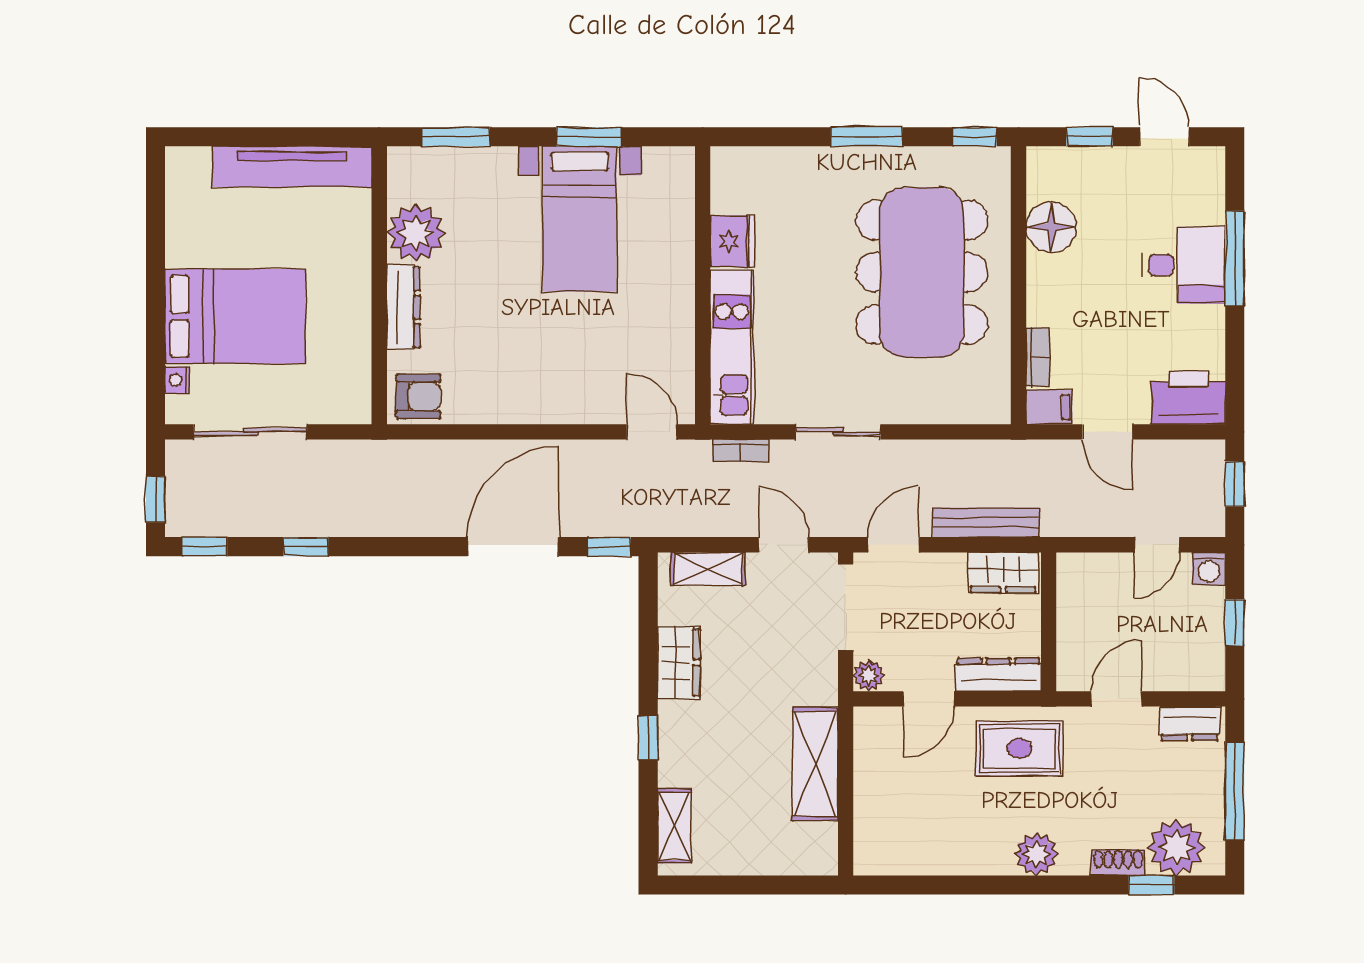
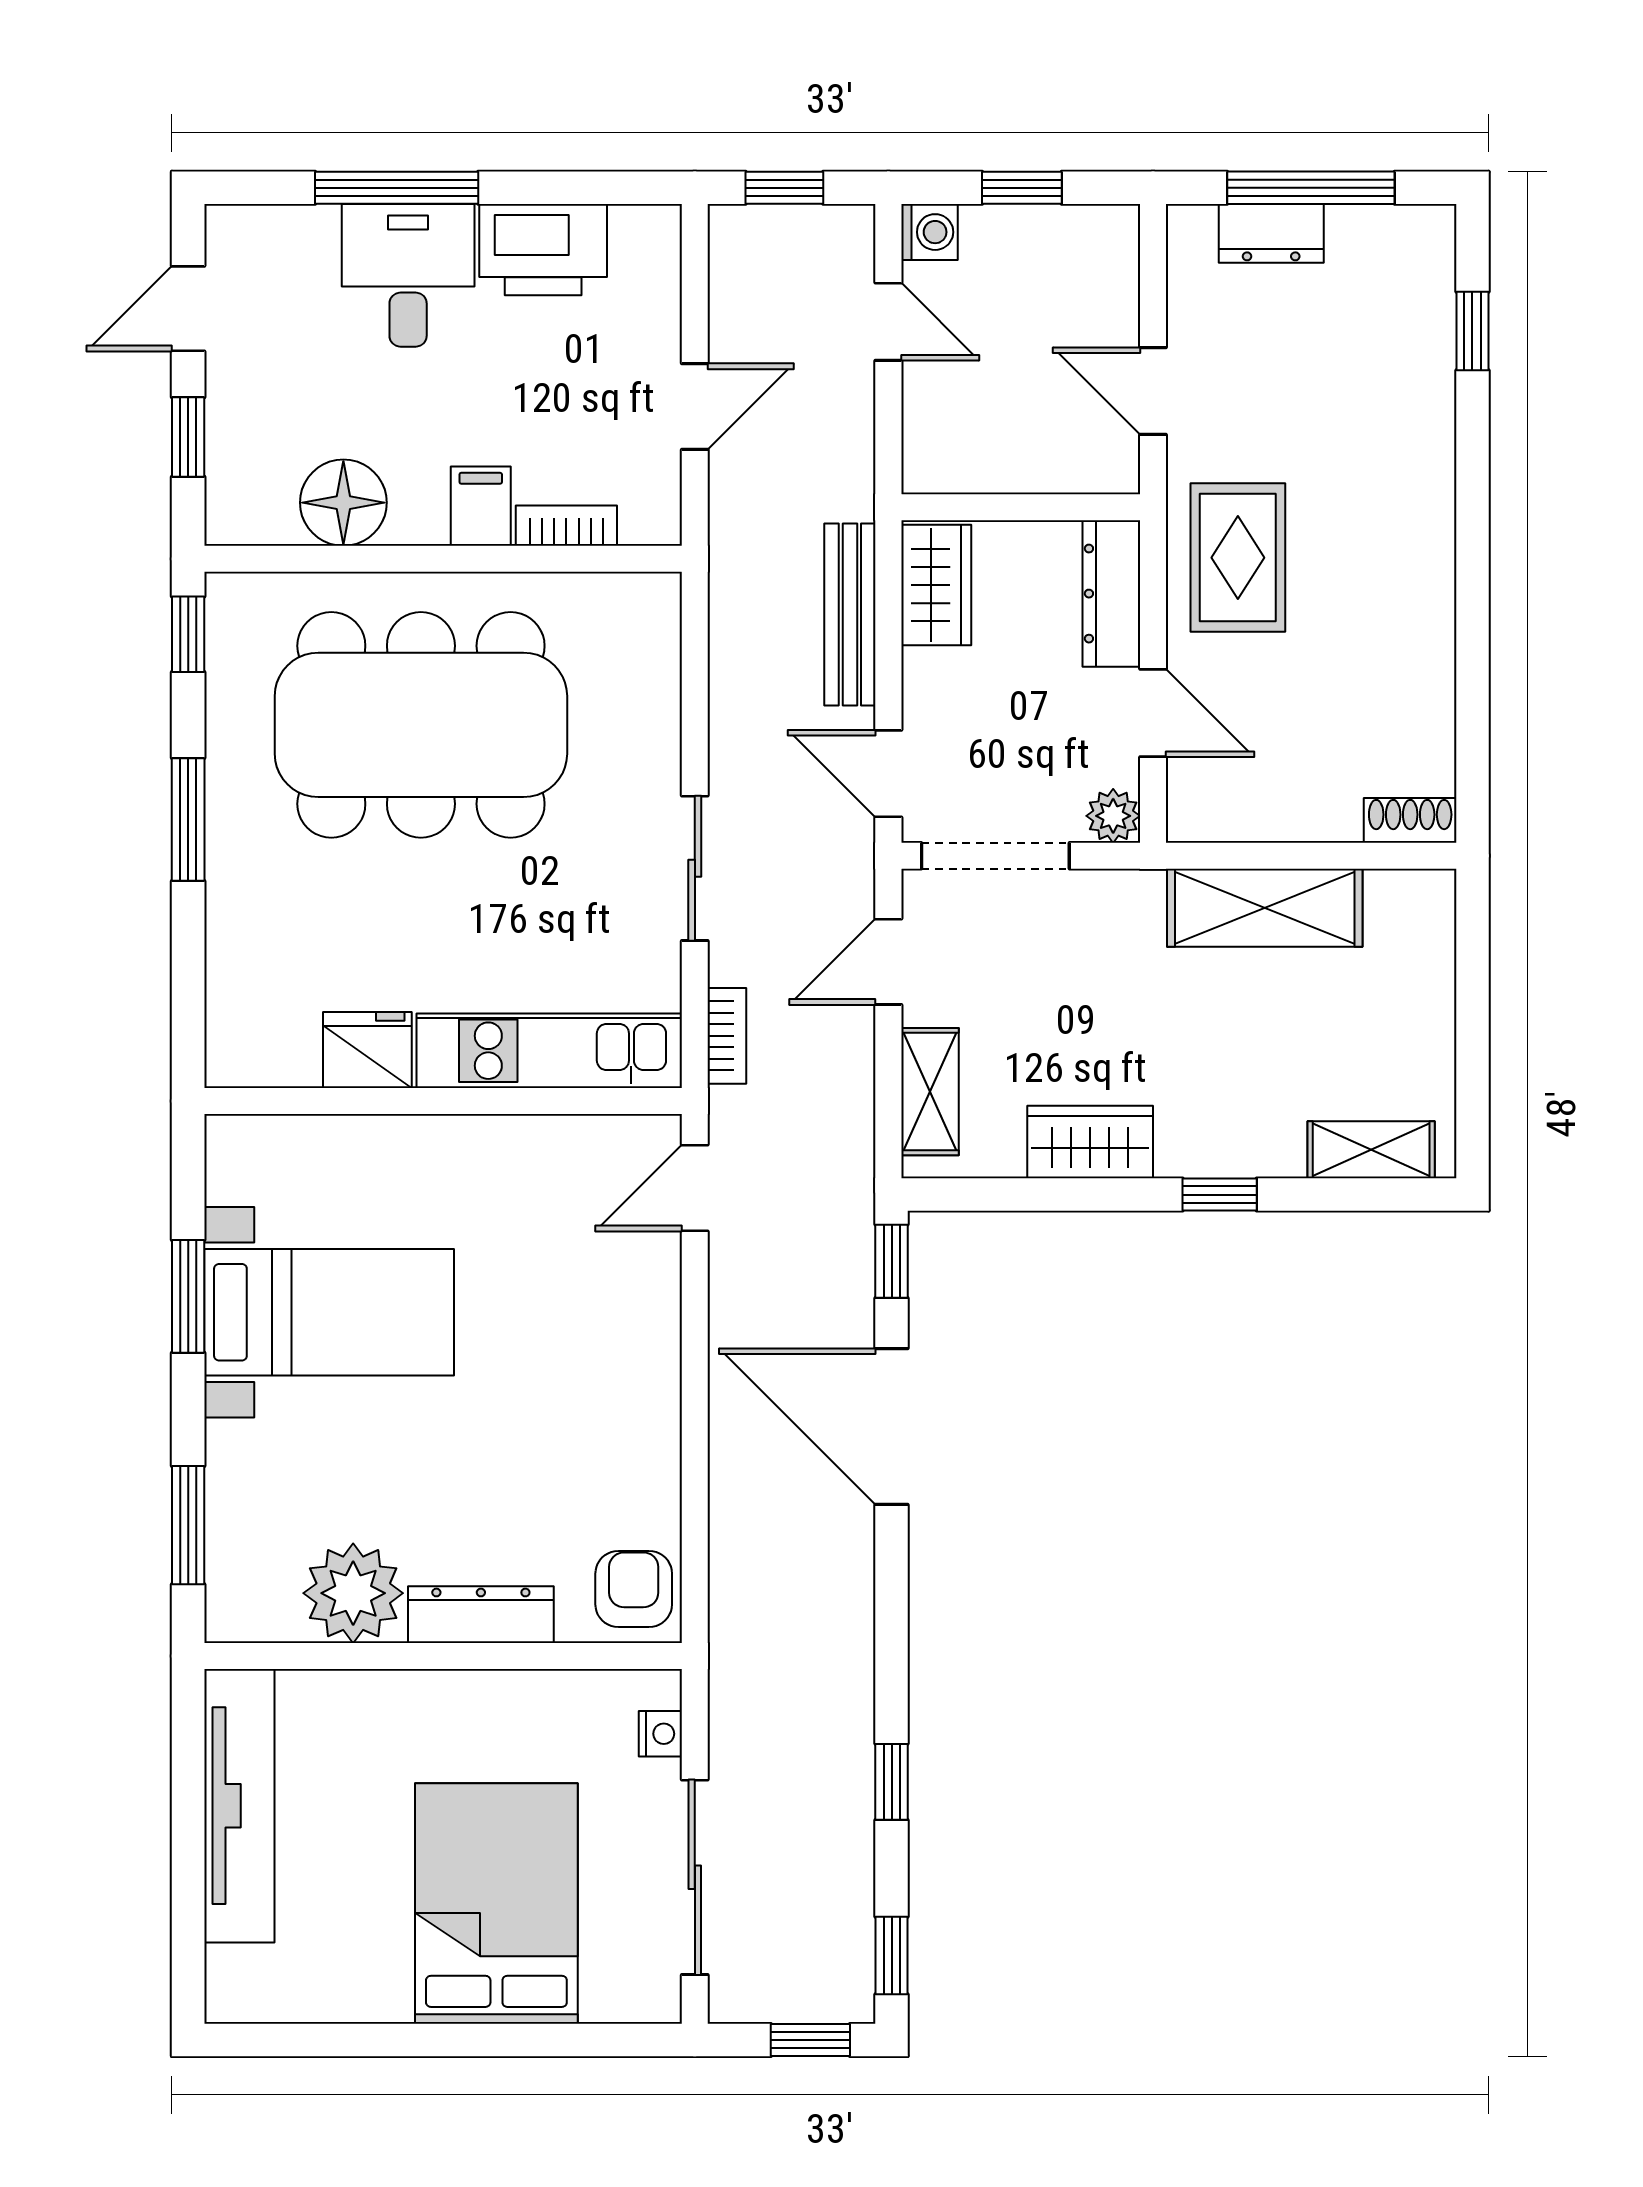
nightstand: (177, 380) -> (660, 1734), moved, turned -90
printer: (1188, 398) -> (543, 250), moved, turned -90
filing cabinet: (1049, 407) -> (481, 506), moved
dresser: (1190, 724) -> (1271, 233), moved, turned 90
plant: (1176, 847) -> (1408, 288), removed
plant: (1036, 854) -> (1419, 528), removed
shoe rack: (1118, 863) -> (1410, 820), moved, turned 90

